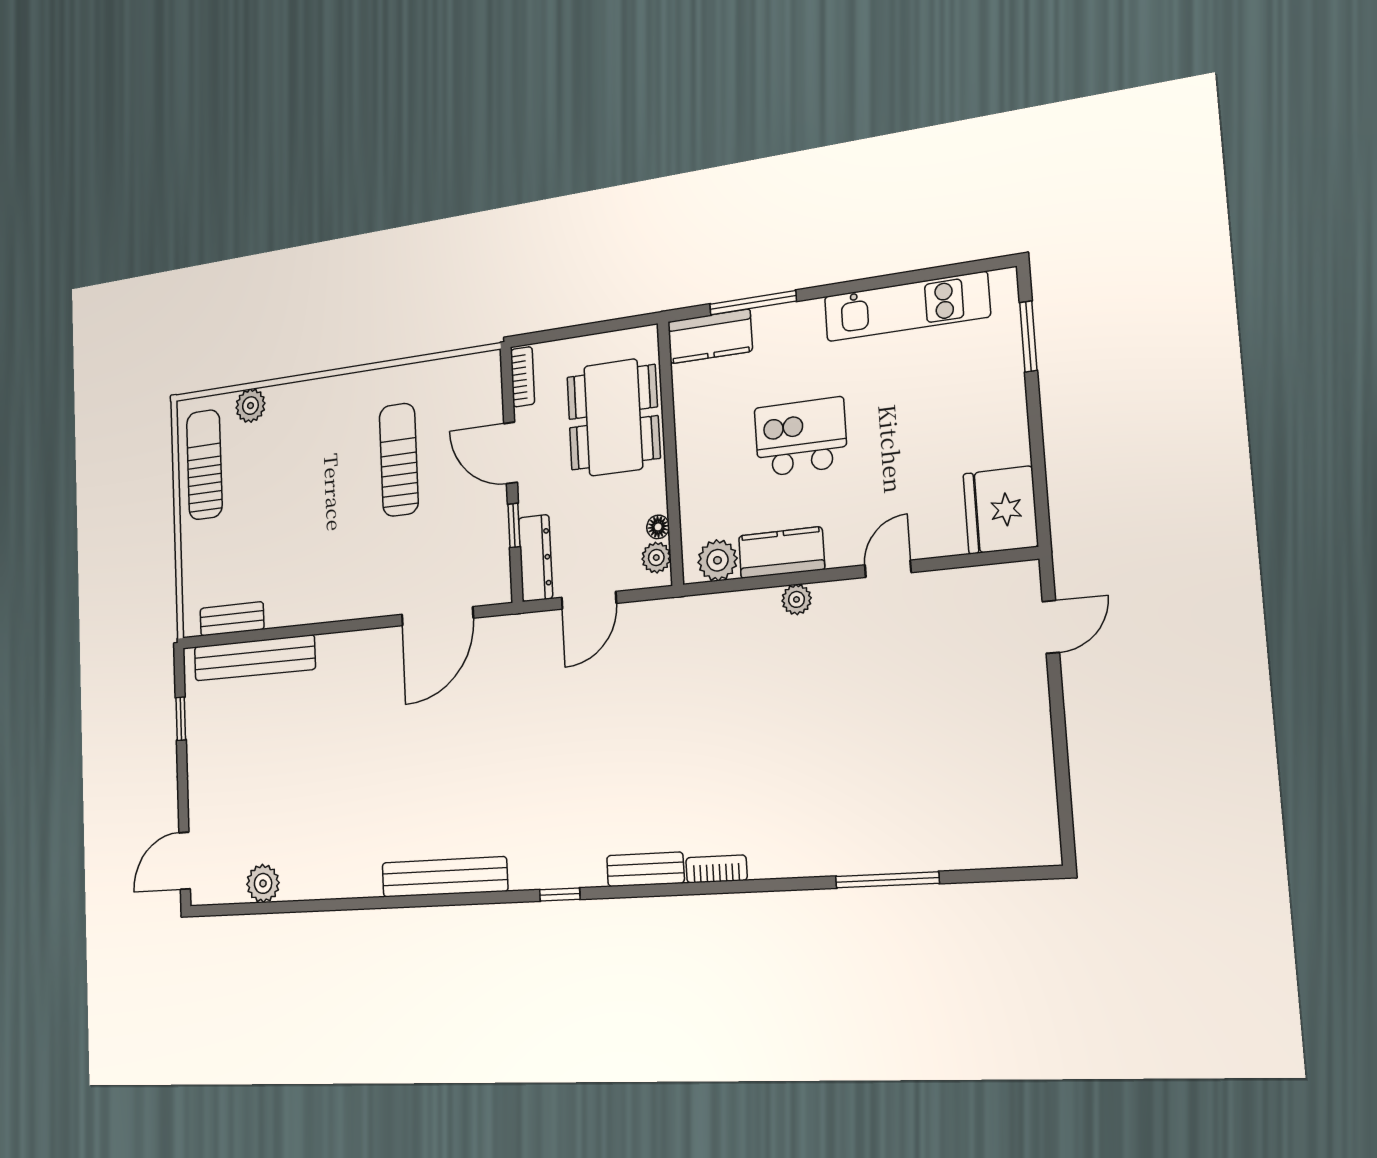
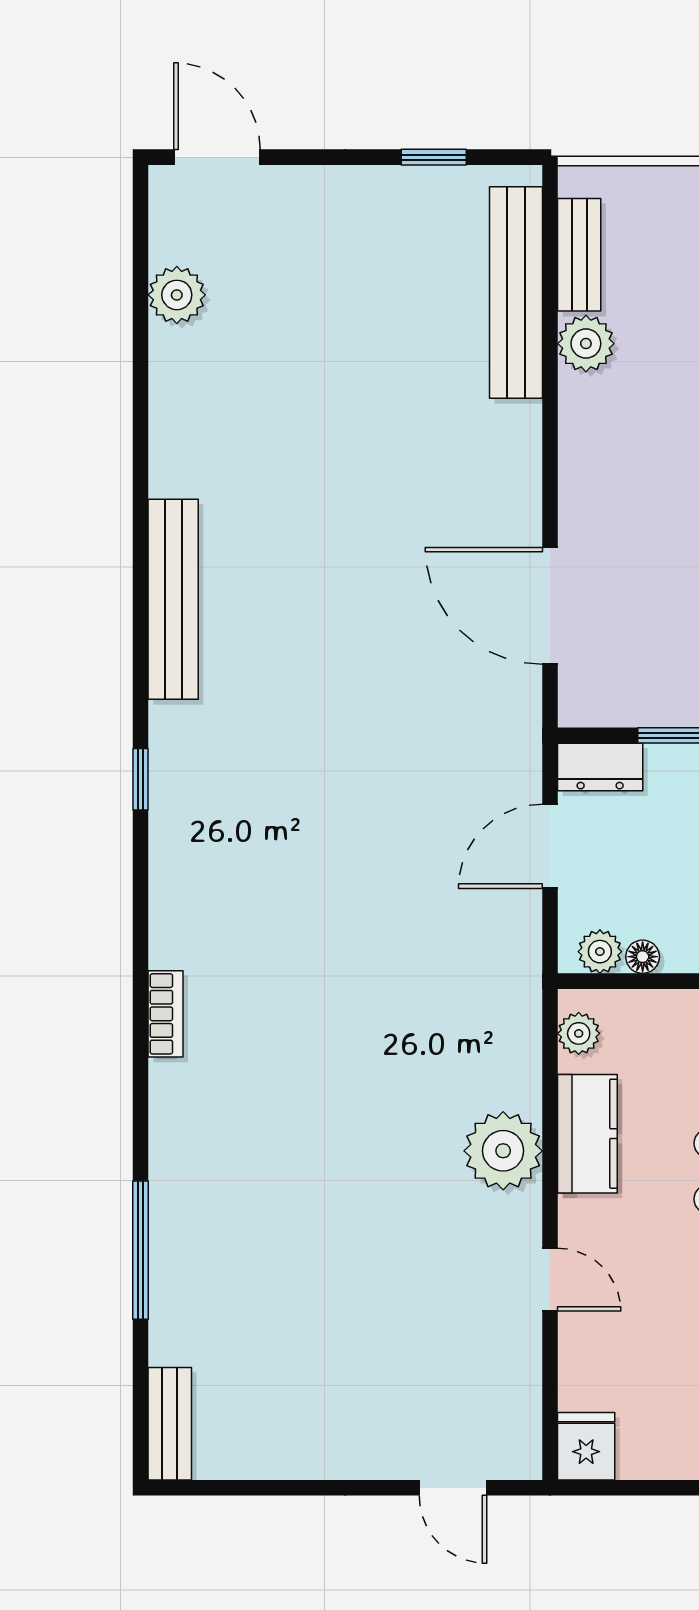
fridge: (1001, 510) -> (586, 1446), width x0.53, depth x0.75
dresser: (536, 558) -> (600, 767), width x0.70
plant: (717, 560) -> (579, 1033), width x0.73, depth x0.73
plant: (797, 599) -> (503, 1151), width x1.88, depth x1.88
door: (589, 600) -> (550, 846), hinge flipped
plant: (282, 609) -> (586, 344), added
bench: (645, 869) -> (170, 1424), moved

